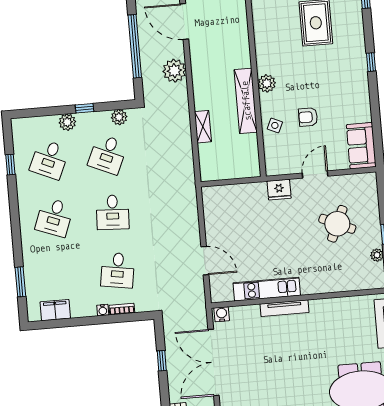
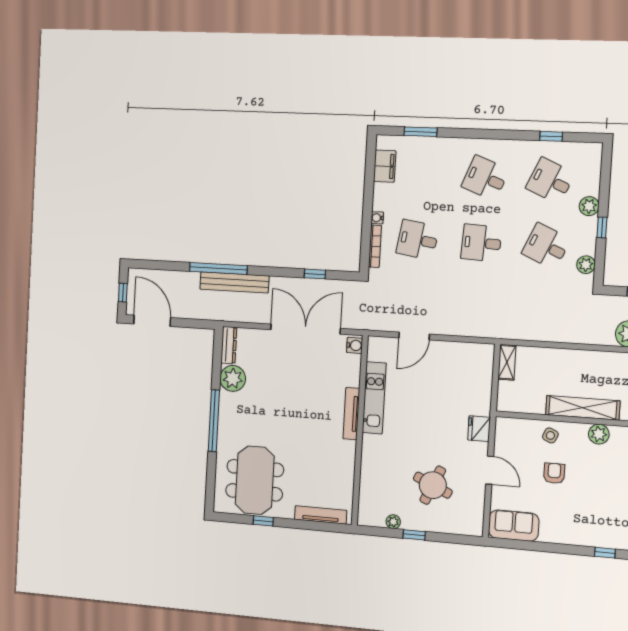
shelving: (203, 127) -> (507, 362), moved, turned 90
bookcase: (122, 309) -> (375, 246), width x1.56

